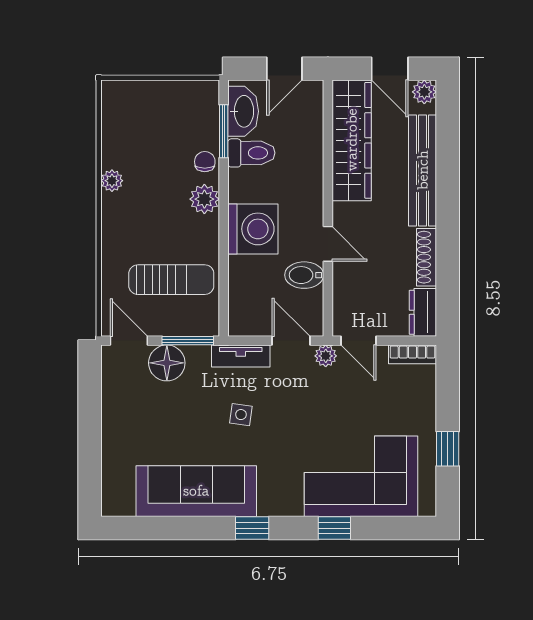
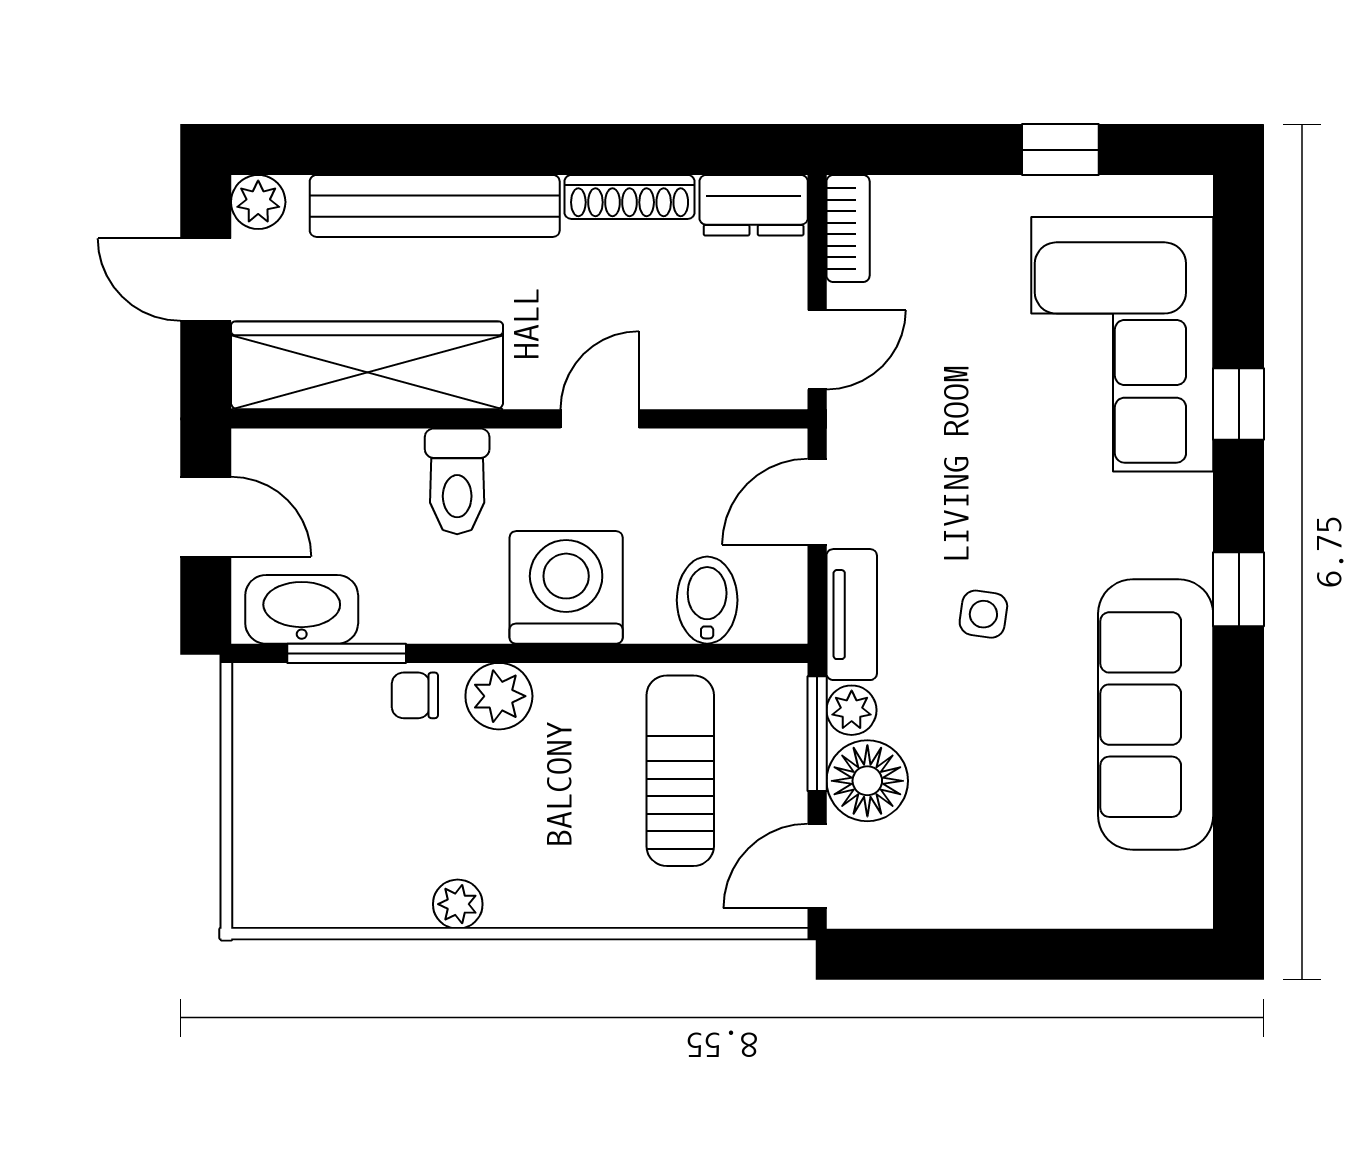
door: (390, 69) -> (206, 280), swing flipped
toilet: (251, 153) -> (457, 481), moved, turned 180
bidet: (304, 275) -> (707, 600), moved, turned 180
plant: (326, 356) -> (852, 710), moved

